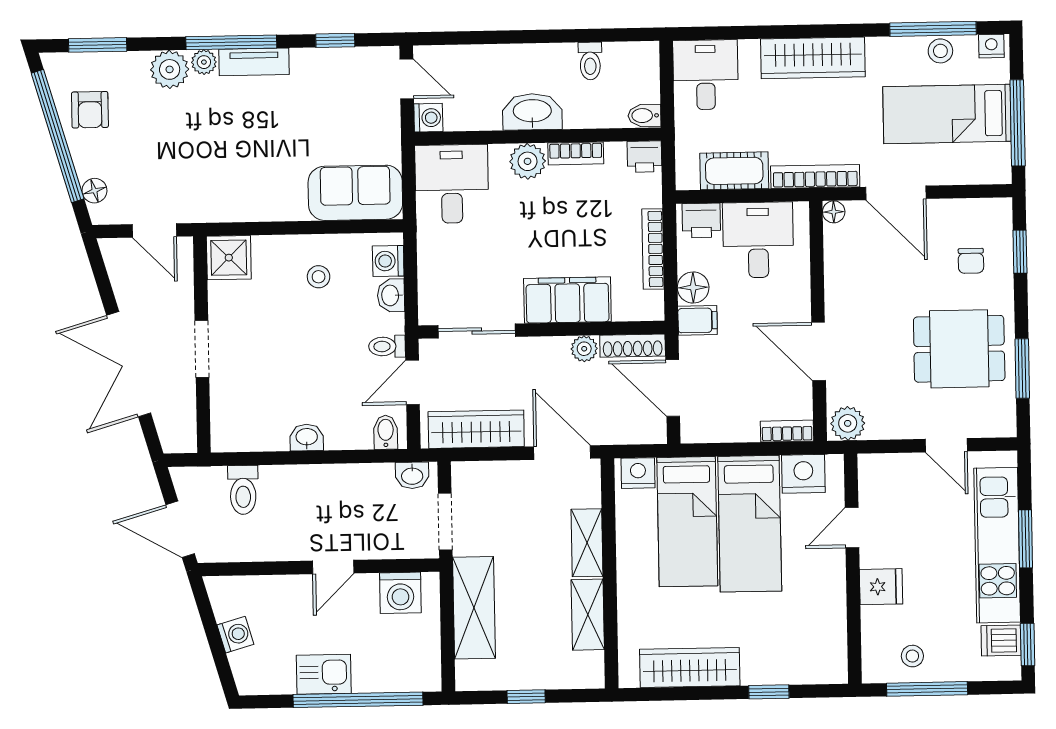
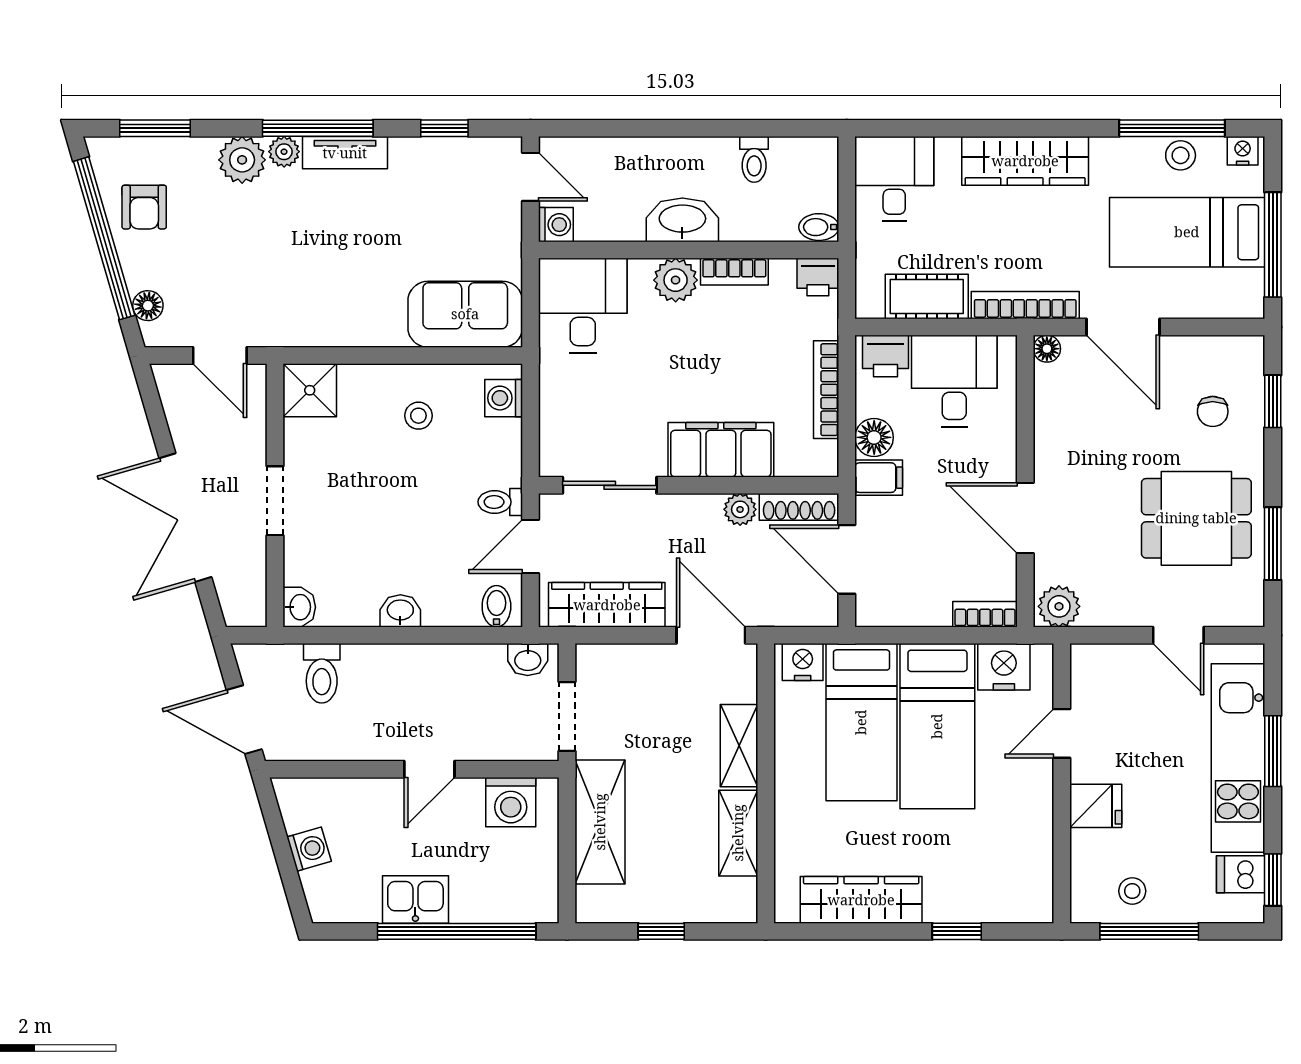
washbasin: (391, 295) -> (299, 607), moved, turned 180

